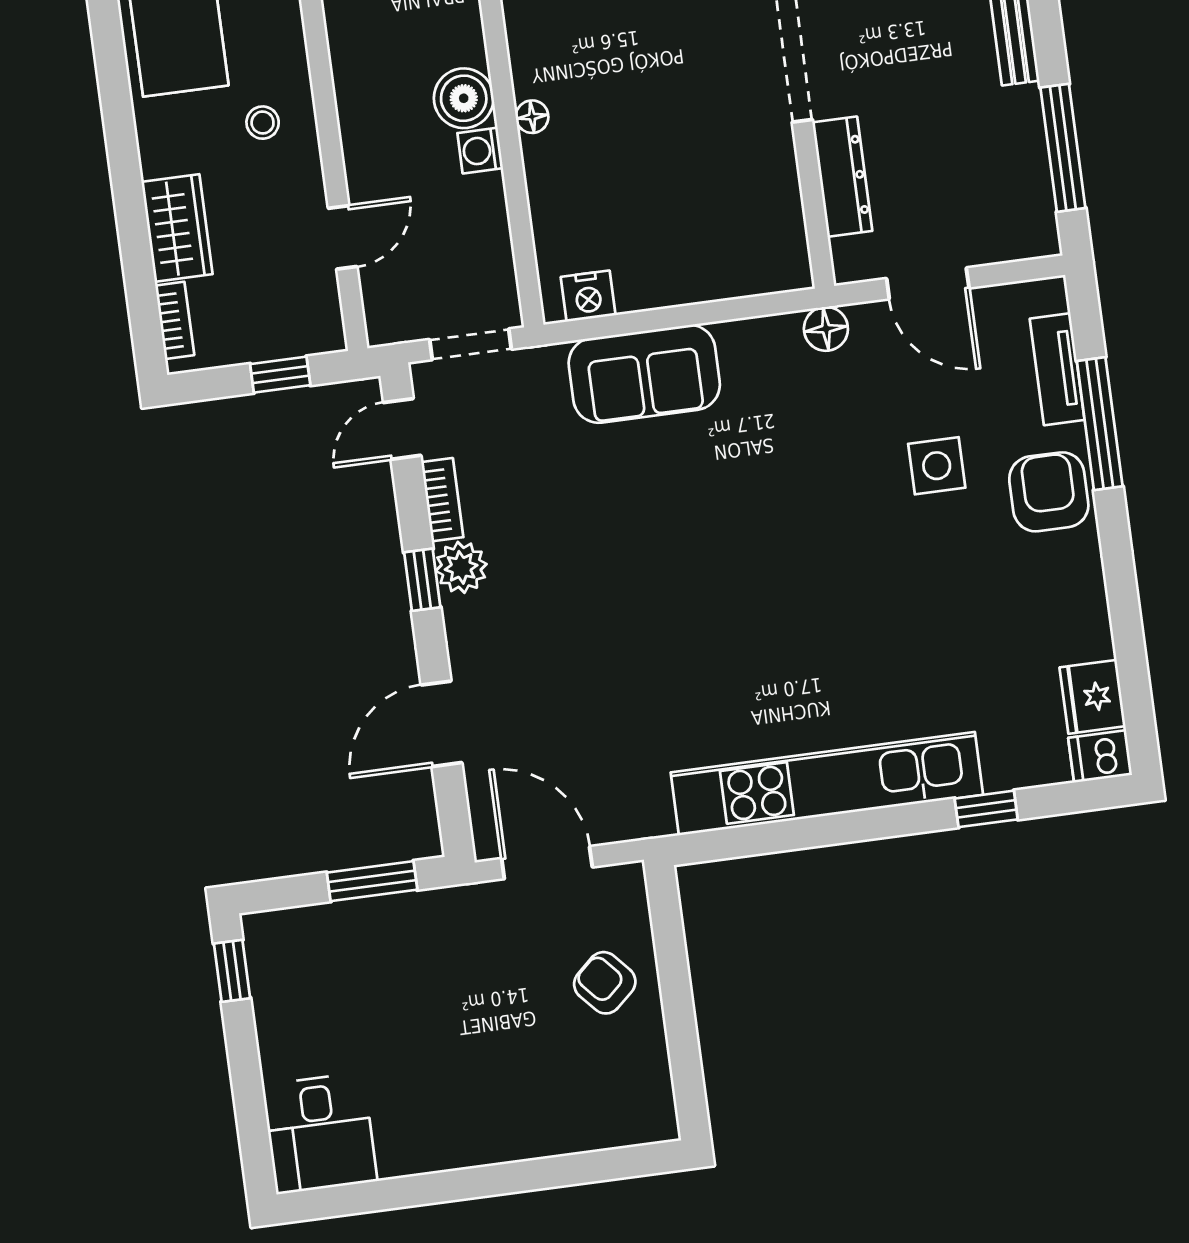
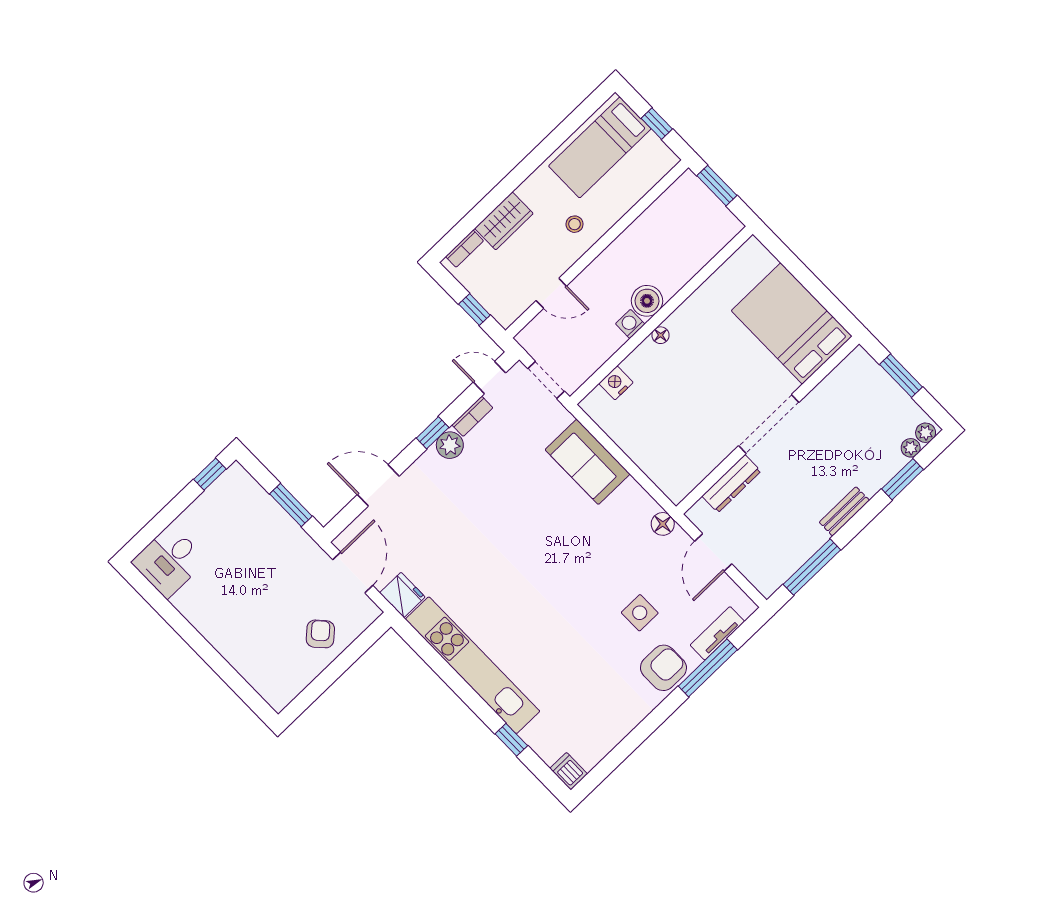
nightstand: (588, 296) -> (616, 383), moved, turned 90
fridge: (1092, 697) -> (402, 595), moved, turned 90

